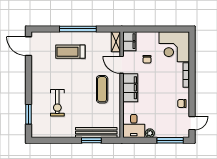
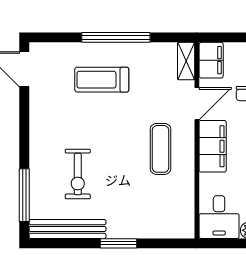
door: (122, 65) -> (197, 104), swing flipped
window: (28, 114) -> (24, 195), width x1.44
bench: (96, 132) -> (67, 229), moved
window: (91, 140) -> (119, 243), moved

